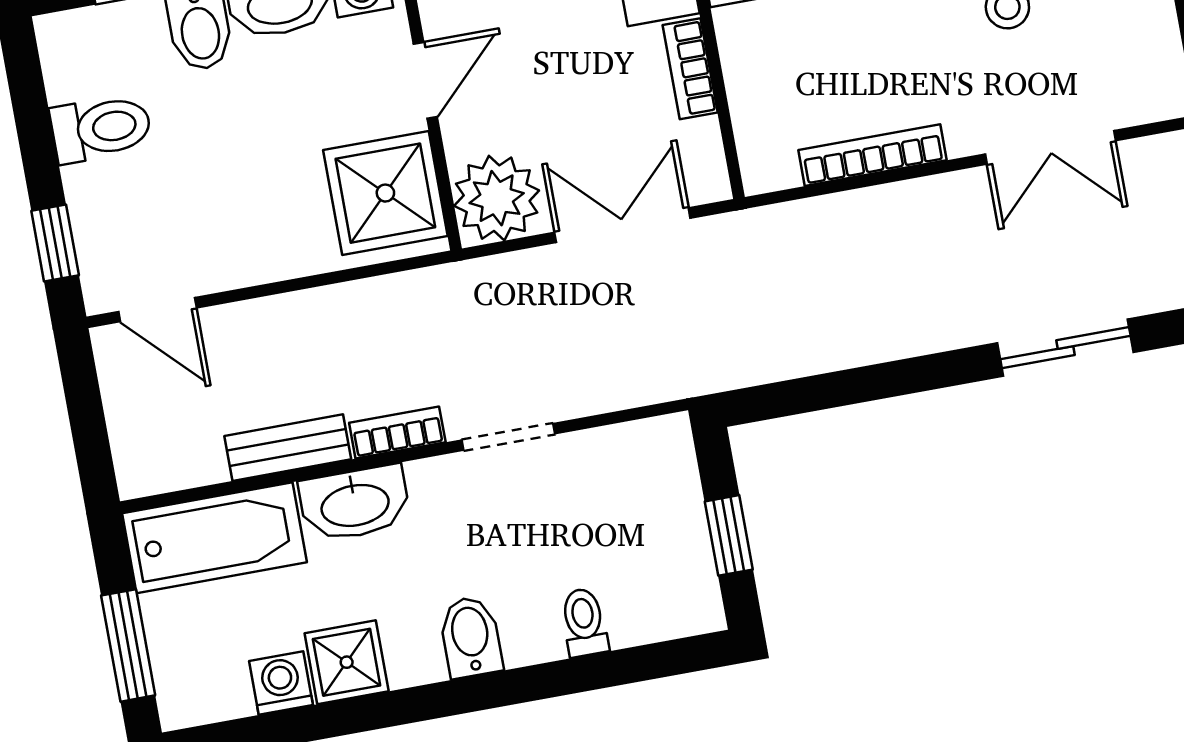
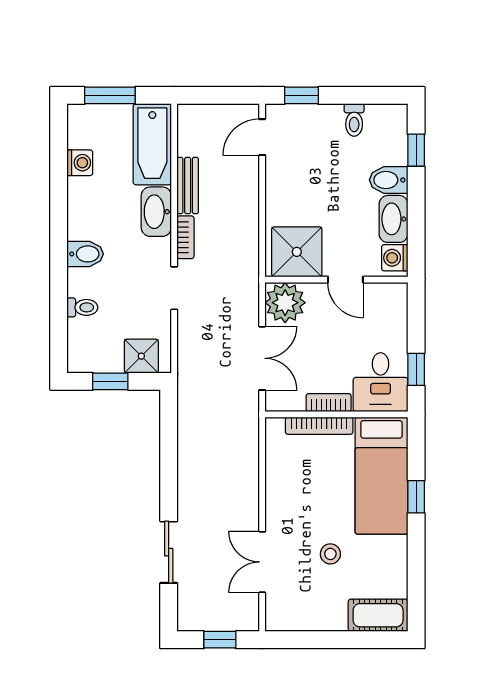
toilet: (101, 128) -> (354, 120), width x0.73, depth x0.72
bookcase: (873, 155) -> (319, 426), moved, turned 90
shower: (347, 662) -> (141, 356), moved

